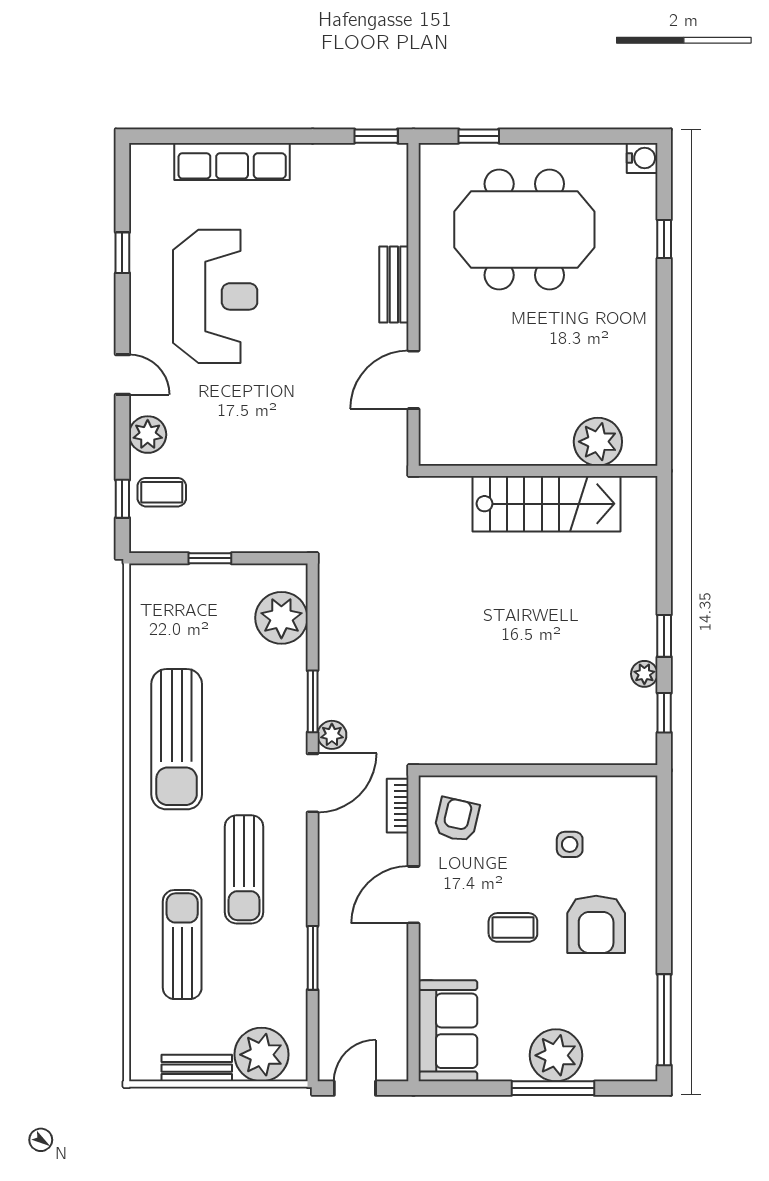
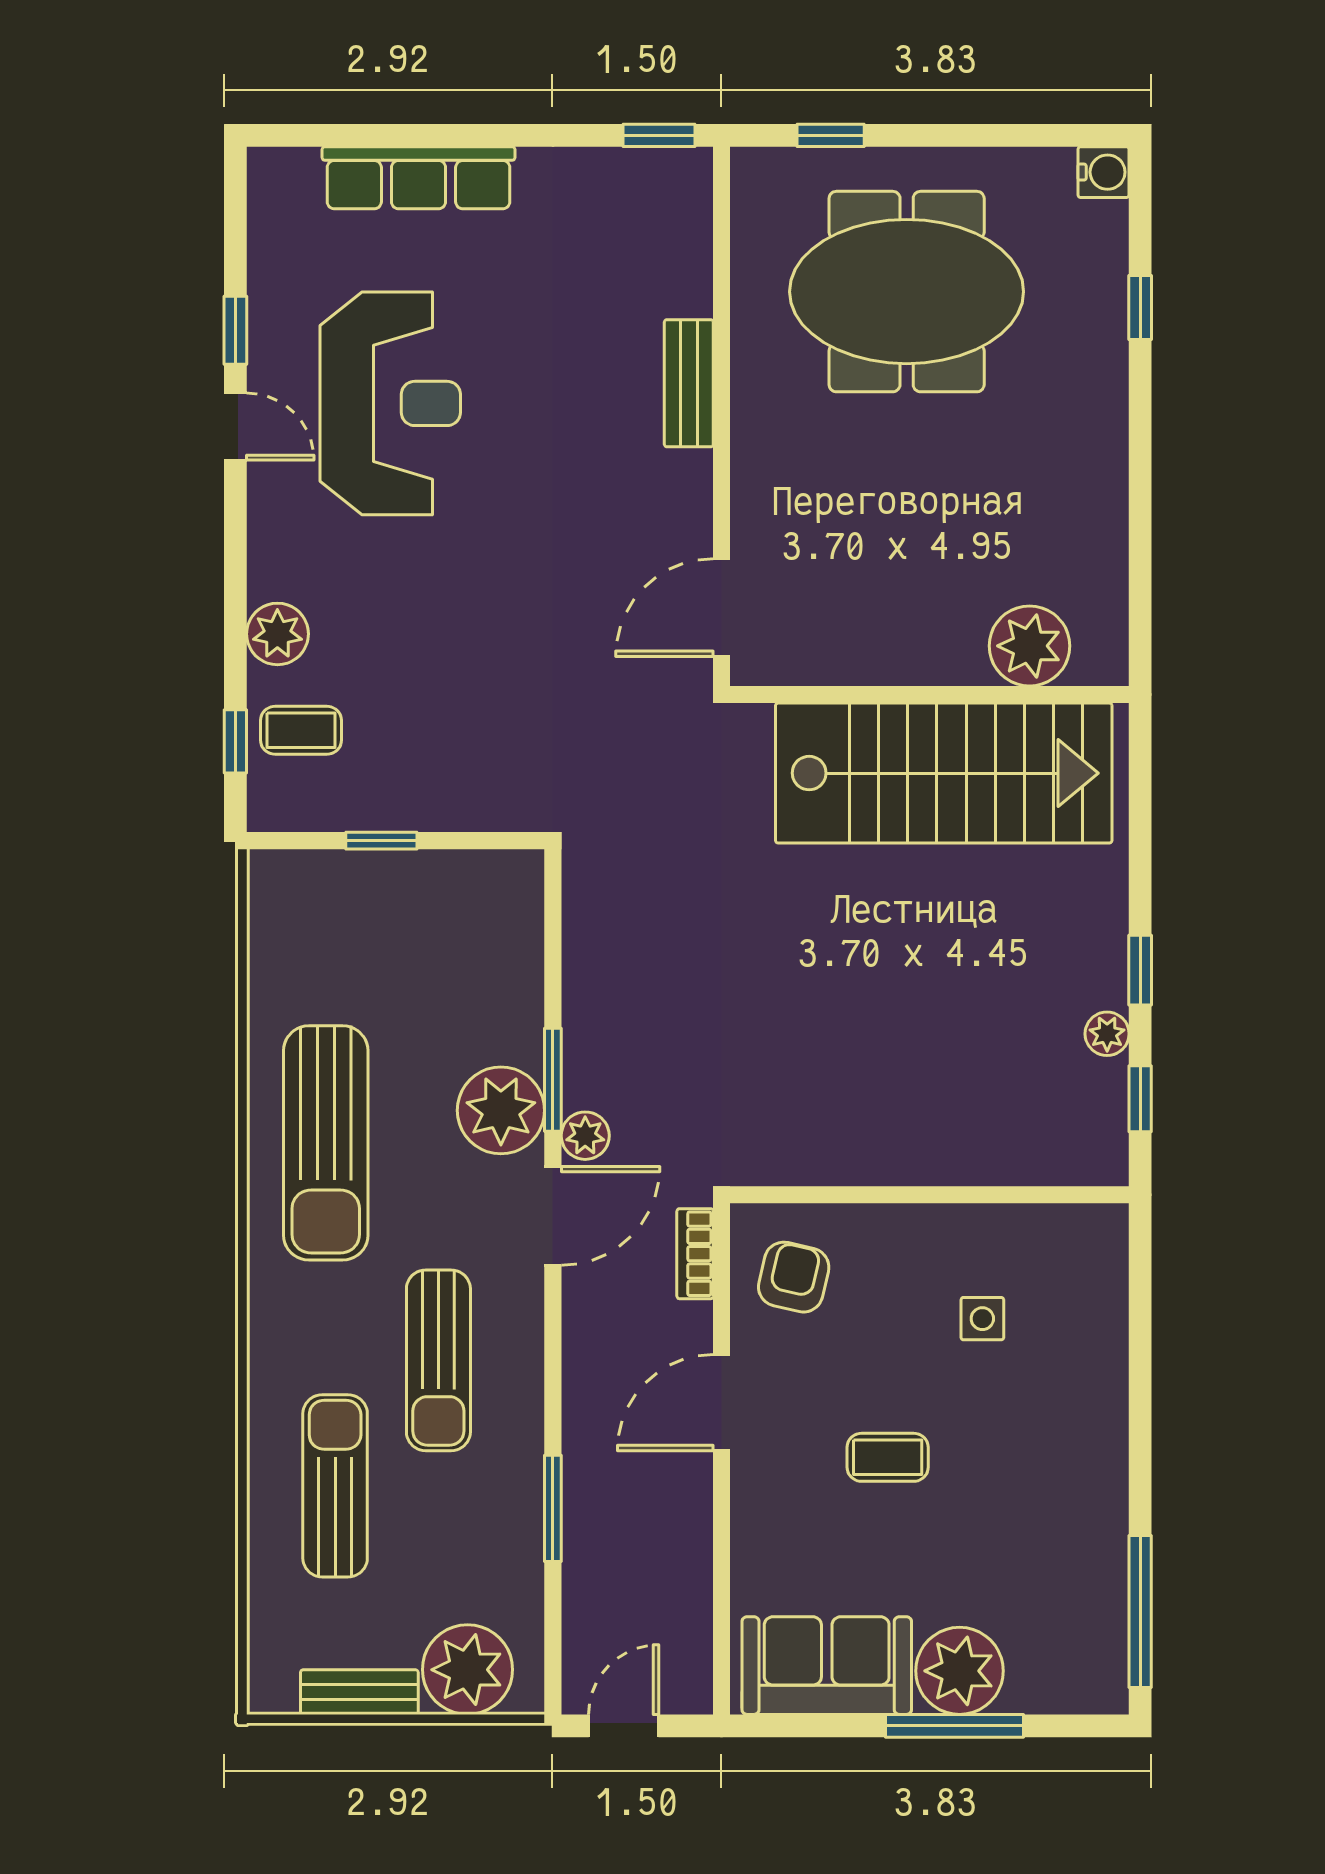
door: (122, 375) -> (235, 427), moved
door: (413, 380) -> (722, 608), moved
stairs: (547, 504) -> (944, 773), width x1.36, depth x1.51
plant: (281, 618) -> (501, 1110), moved
armchair: (596, 924) -> (1026, 1452), removed
sofa: (448, 1031) -> (827, 1666), moved, turned -90

